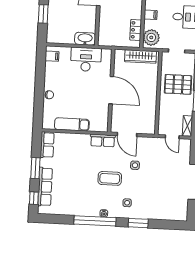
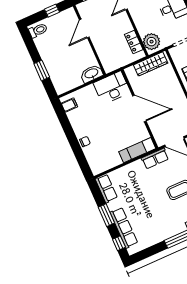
filing cabinet: (151, 15) -> (140, 21), removed
desk: (86, 59) -> (112, 88), moved
exam couch: (72, 124) -> (137, 150), moved

